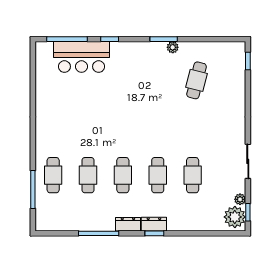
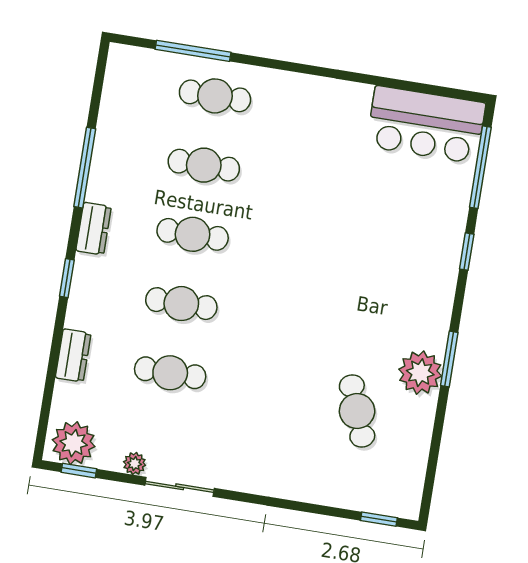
plant: (173, 47) -> (420, 373), width x1.88, depth x1.88
bar counter: (82, 57) -> (426, 125), moved, turned -90
cafe table: (197, 80) -> (357, 411), turned 55
plant: (240, 199) -> (135, 464), moved
dresser: (154, 224) -> (73, 355), moved

